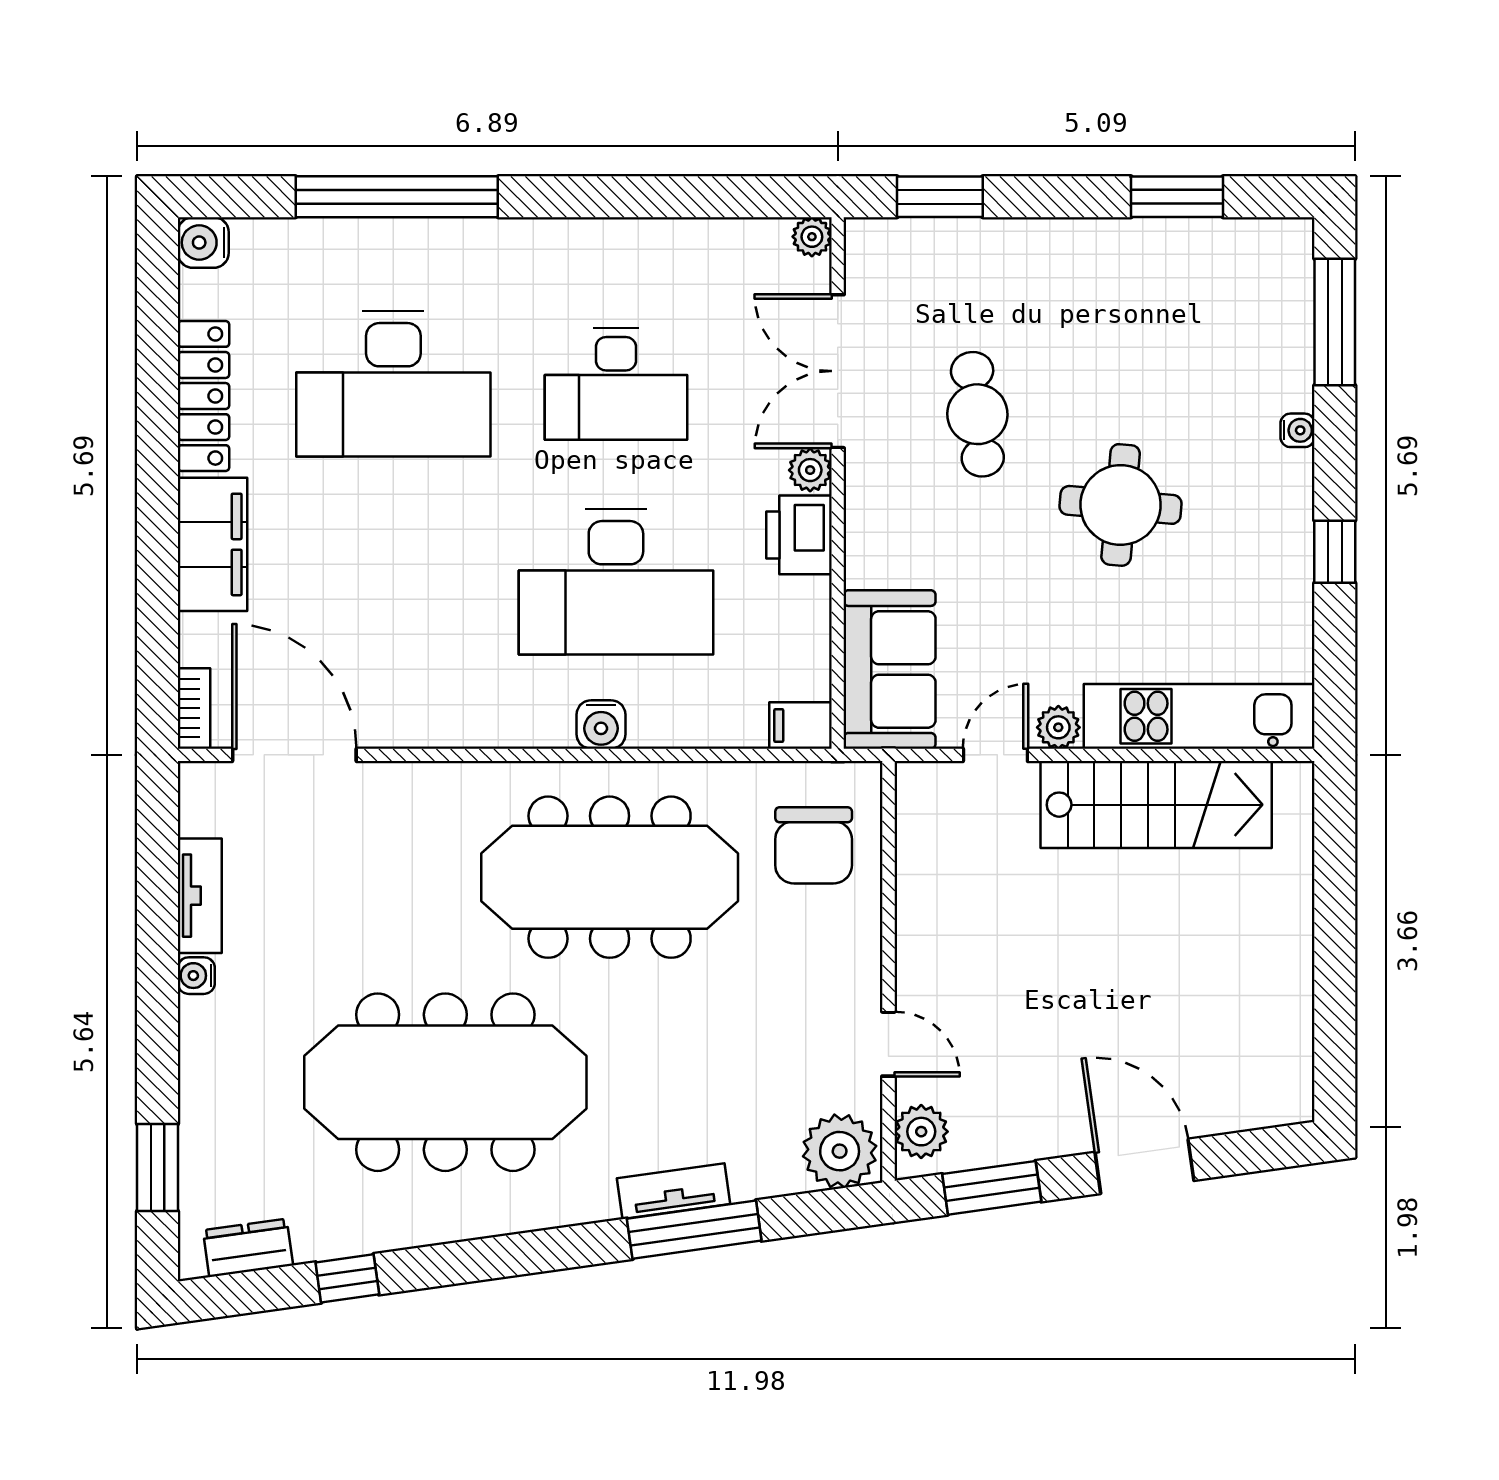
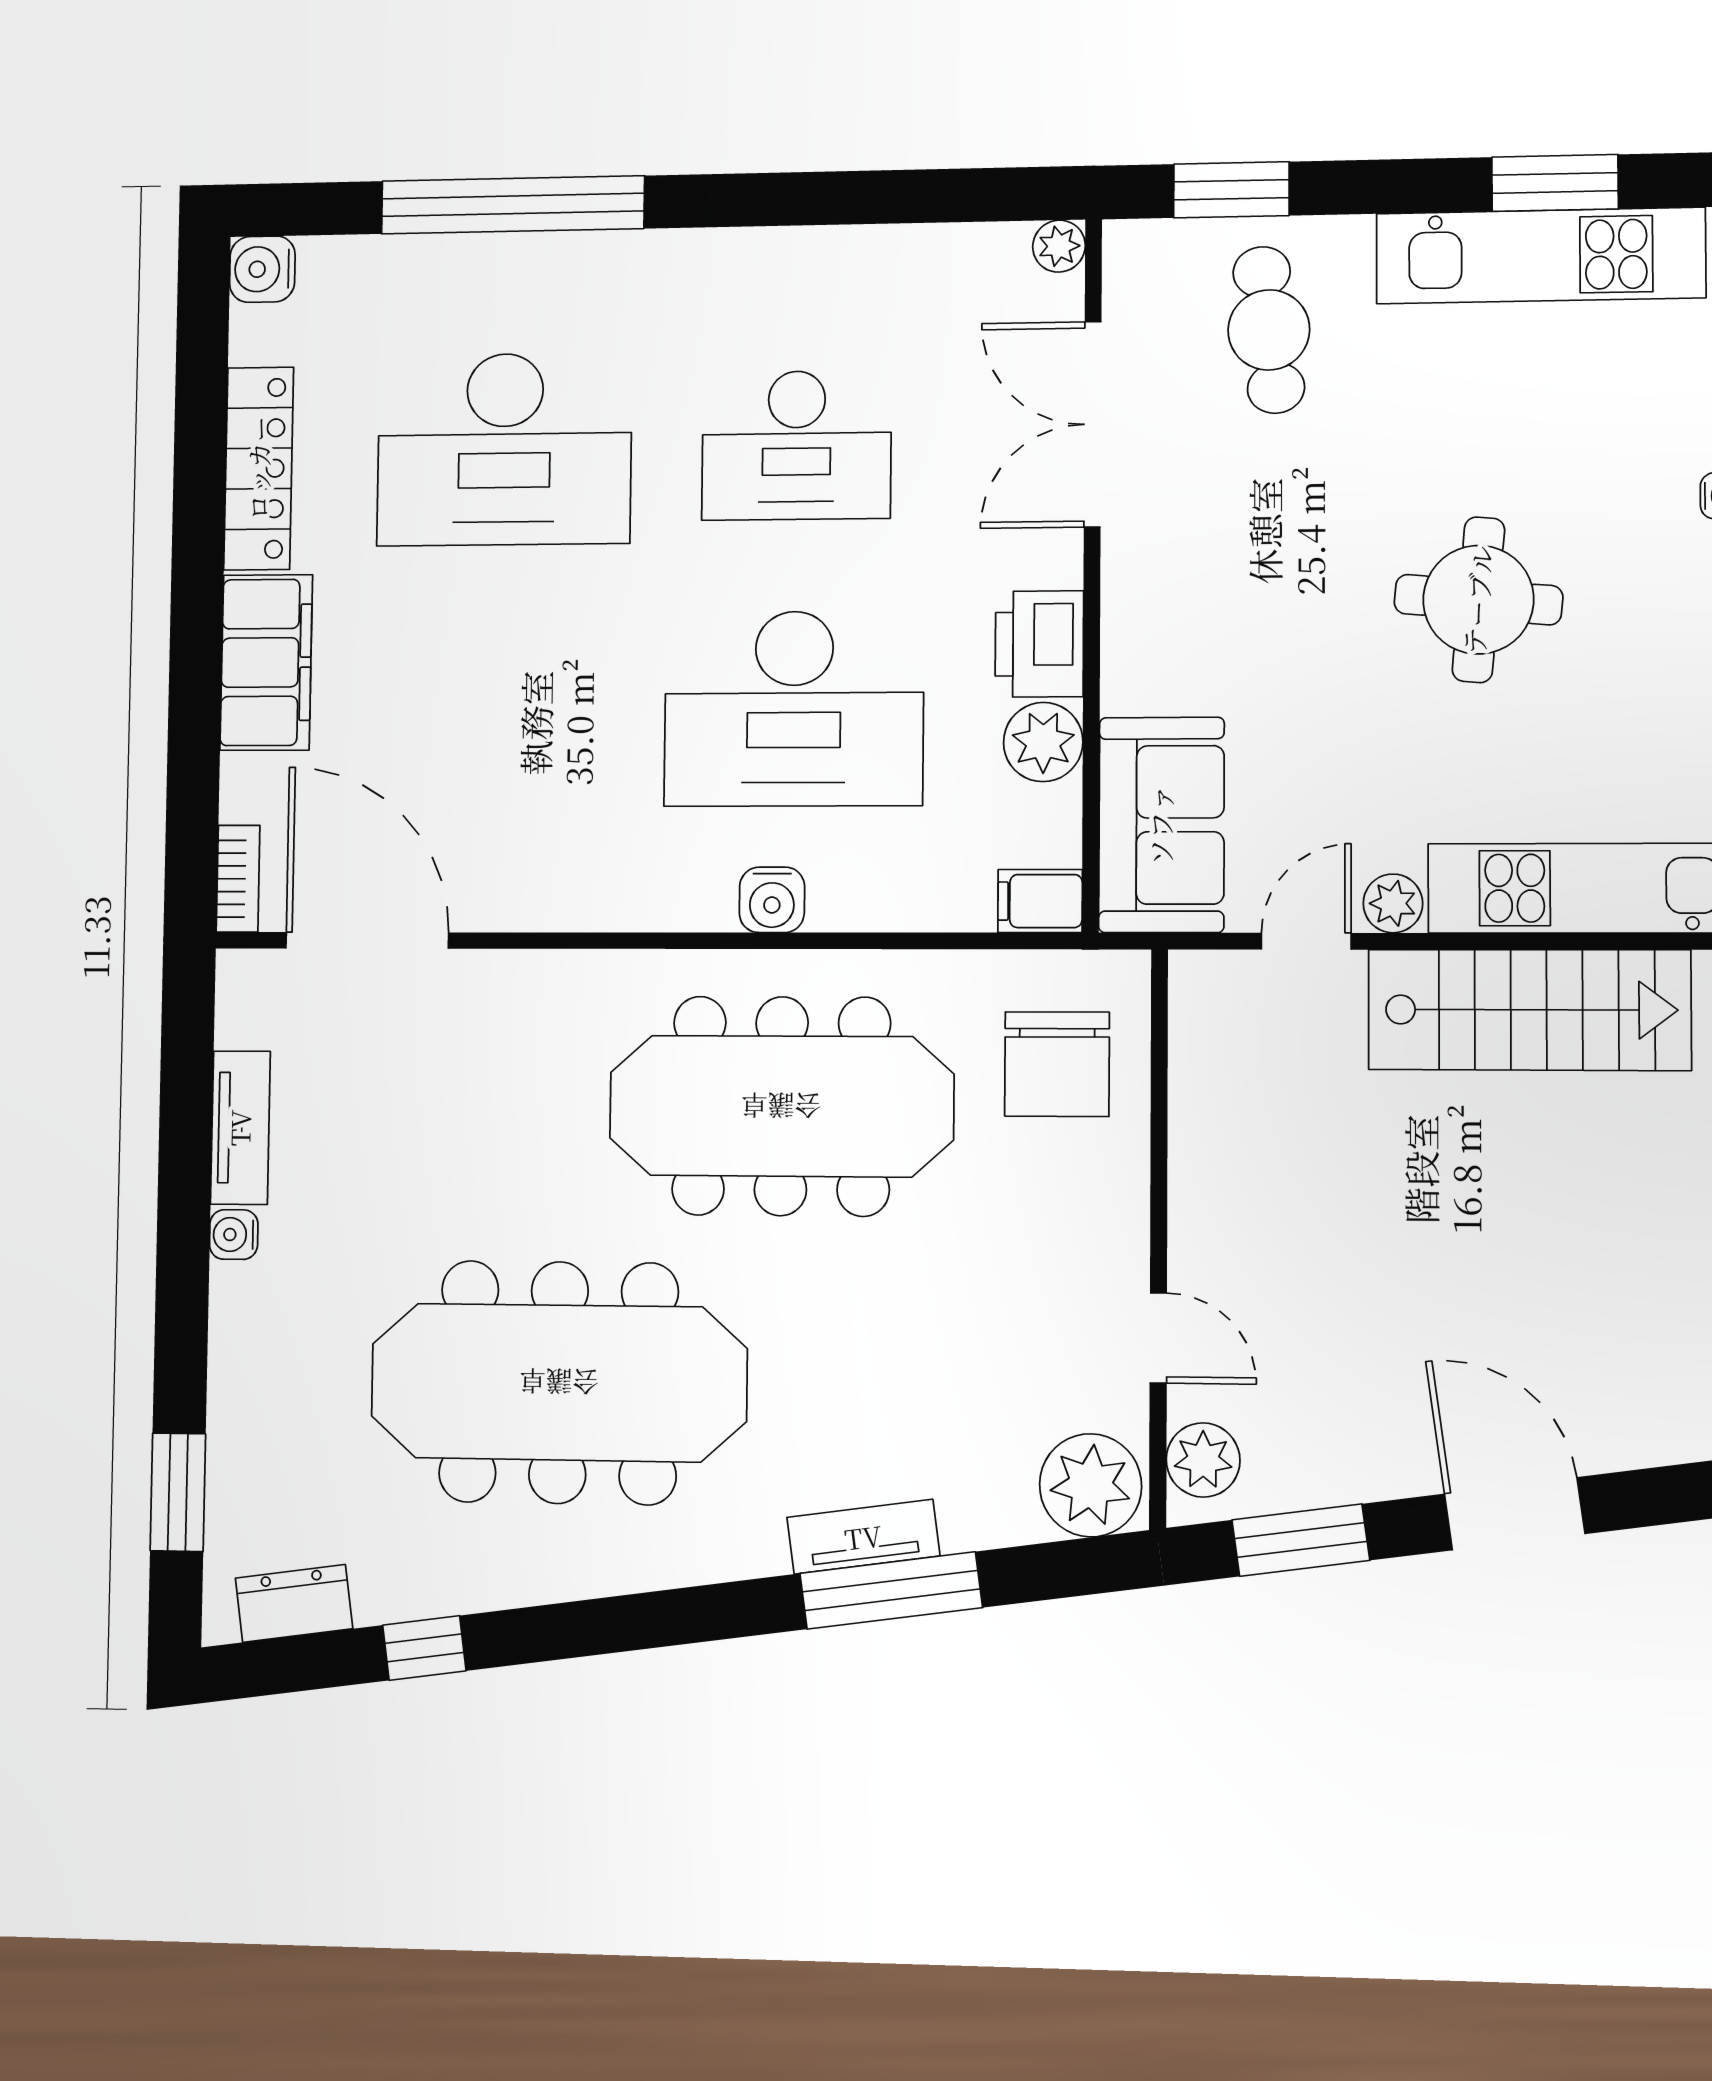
kitchen unit: (1166, 251) -> (1540, 256), added
cafe table: (977, 414) -> (1269, 330), moved
plant: (810, 470) -> (1043, 742), moved, width x1.38, depth x1.38

